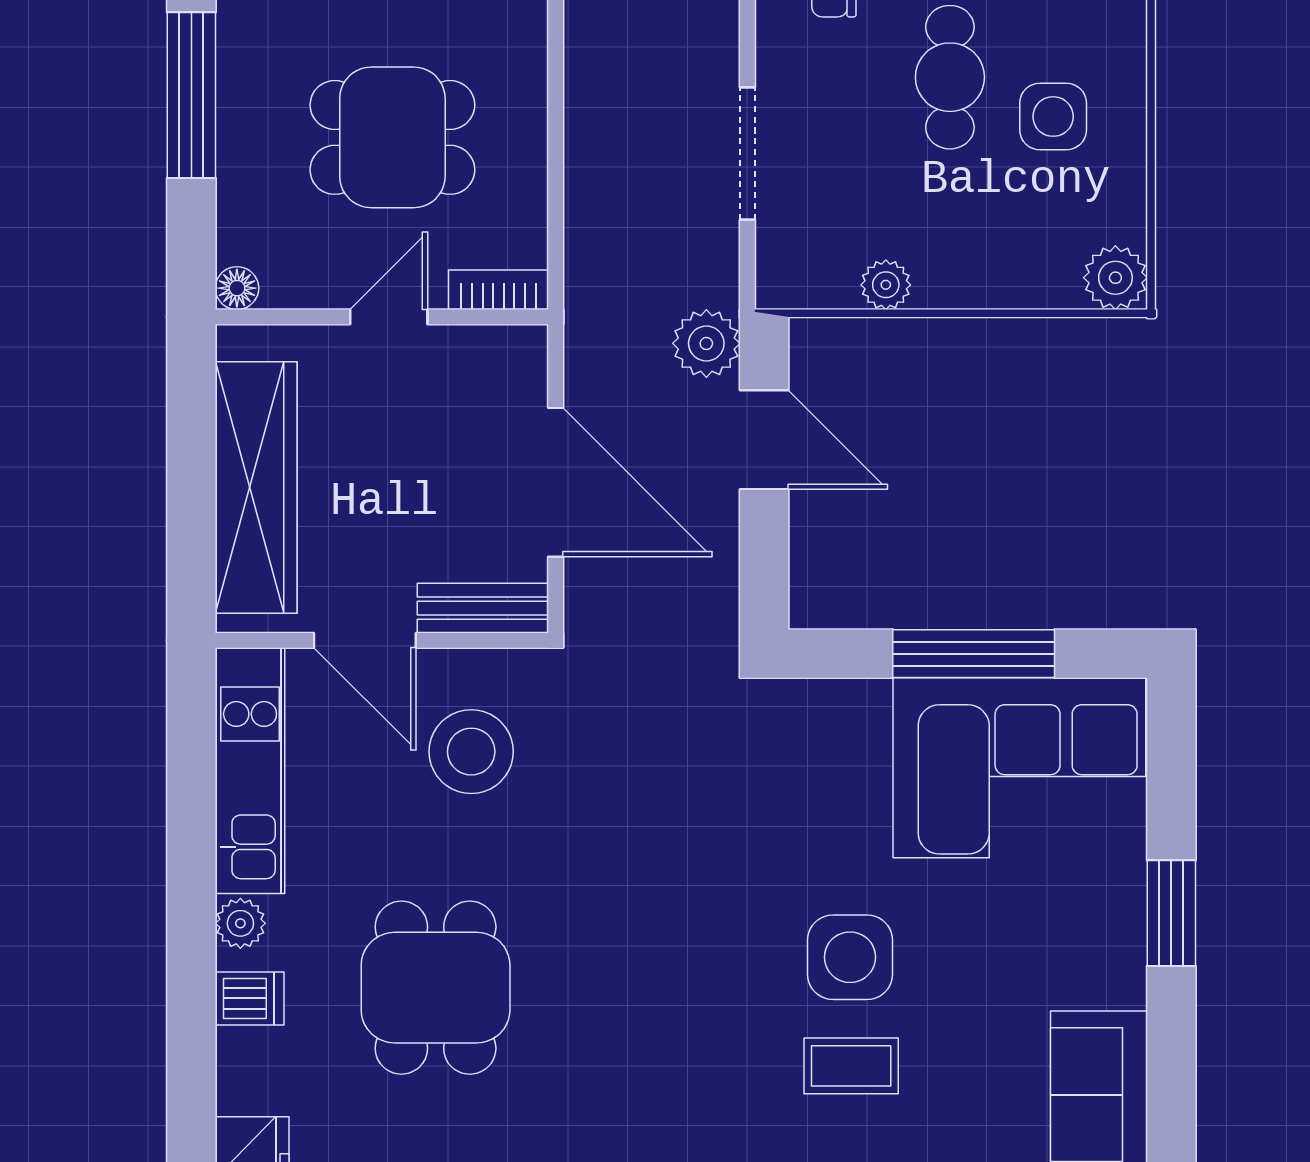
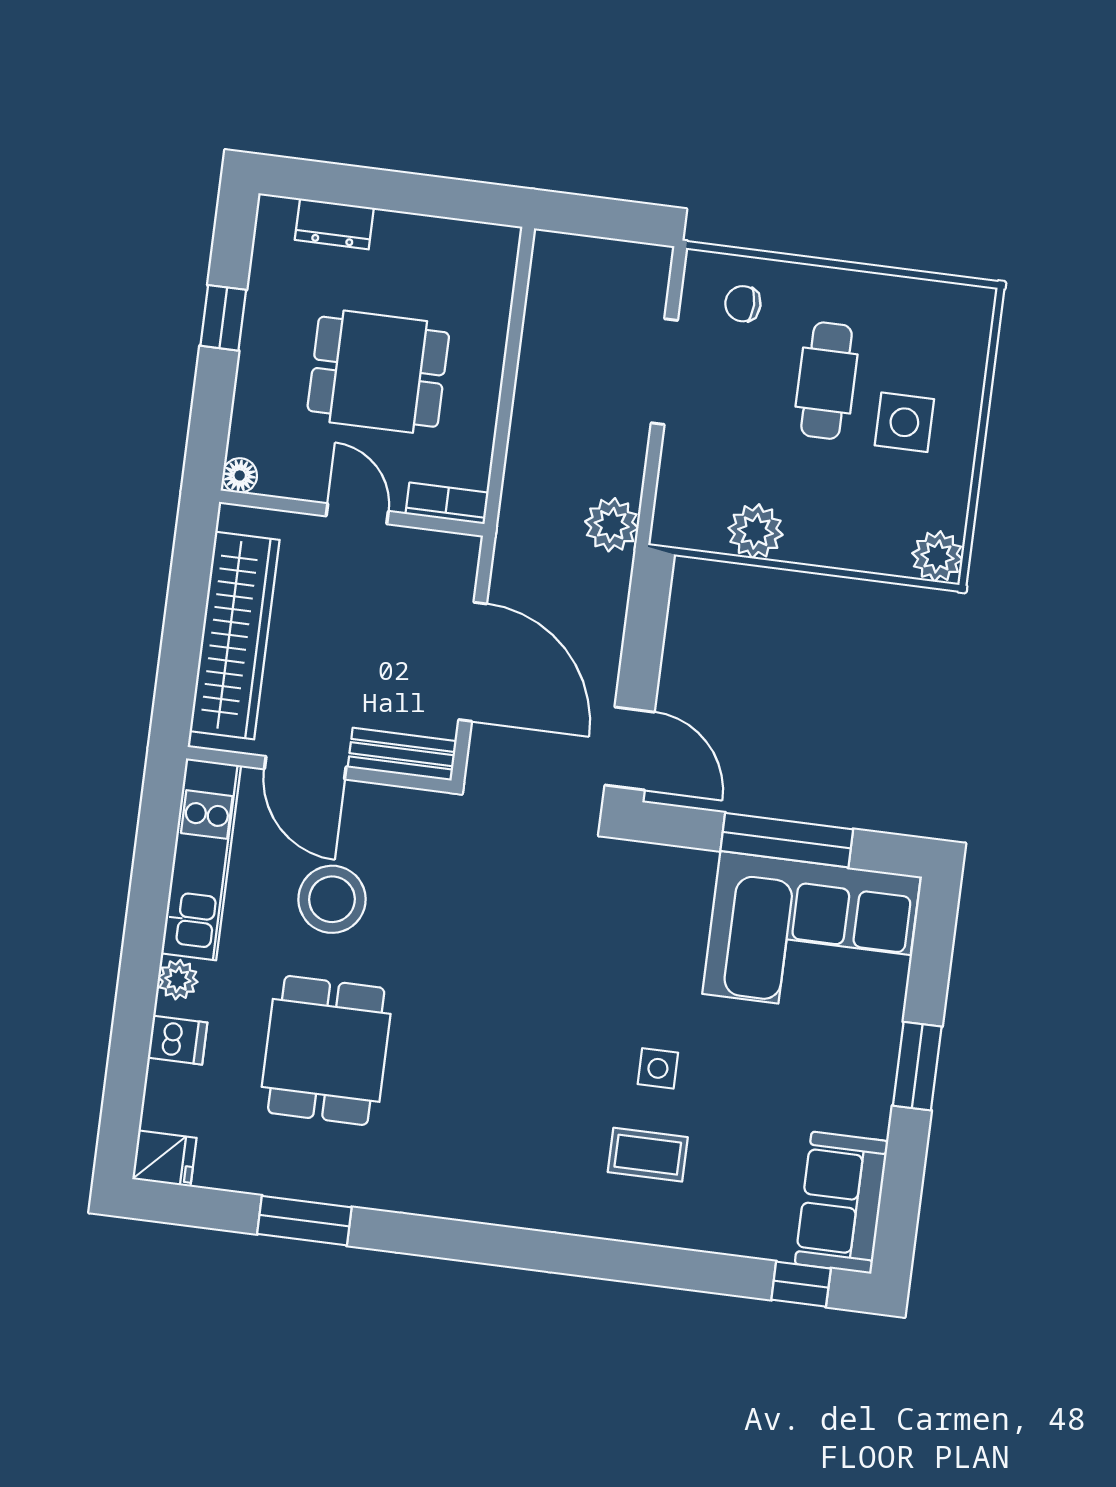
window: (191, 95) -> (223, 318), width x0.46
doorway: (747, 153) -> (664, 372), moved
plant: (886, 285) -> (756, 531), width x1.38, depth x1.38
door: (389, 317) -> (357, 514), hinge flipped
plant: (706, 343) -> (612, 525), moved
door: (764, 440) -> (630, 749), moved
stool: (471, 752) -> (332, 899), moved
side table: (850, 957) -> (658, 1068), width x0.54, depth x0.54

